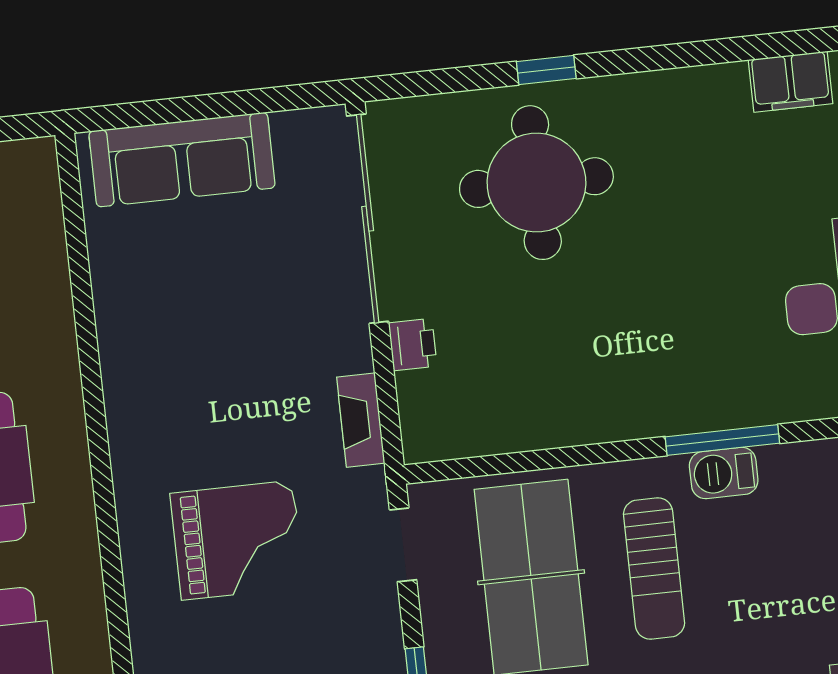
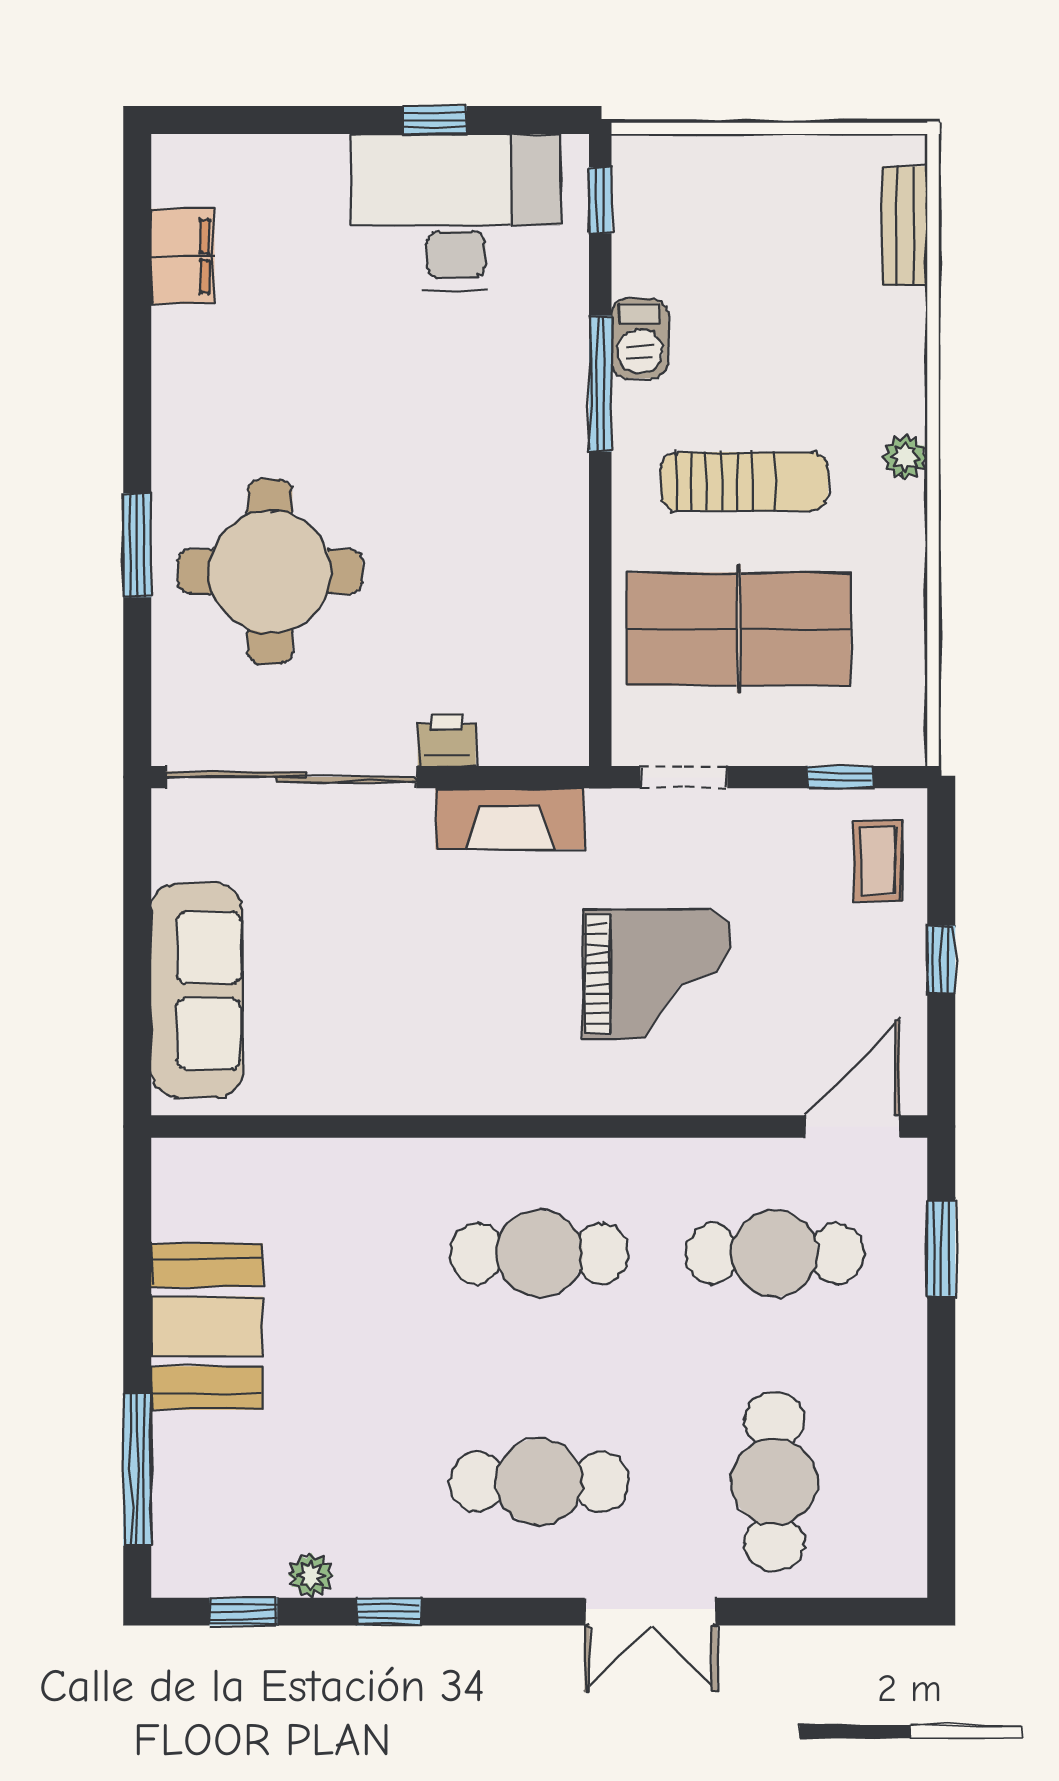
window: (546, 70) -> (137, 545), width x1.50
fireplace: (361, 420) -> (510, 819), width x1.37, depth x1.32
barbecue: (724, 473) -> (640, 338), moved
grand piano: (237, 540) -> (657, 974), turned 90

